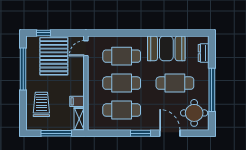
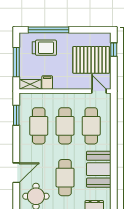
window: (23, 69) -> (48, 30), moved
window: (141, 133) -> (16, 115), moved

